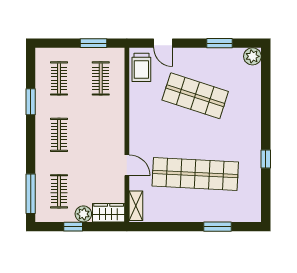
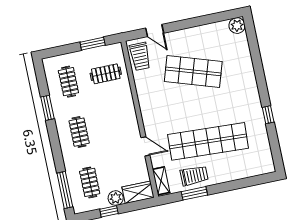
window: (219, 43) -> (205, 20), removed
clothes rail: (101, 78) -> (106, 74), turned 90
trolley: (173, 208) -> (194, 176), added
window: (218, 227) -> (194, 193), moved

